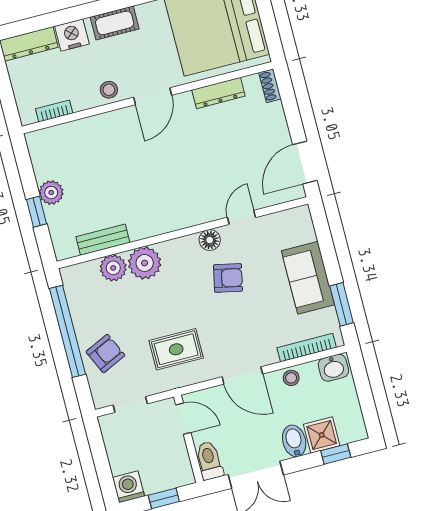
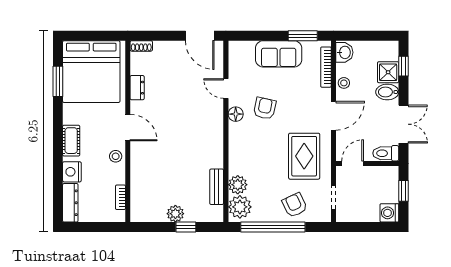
dresser: (218, 93) -> (137, 88), width x0.70
plant: (145, 263) -> (240, 207), moved
rug: (176, 349) -> (304, 156), width x1.36, depth x1.43

